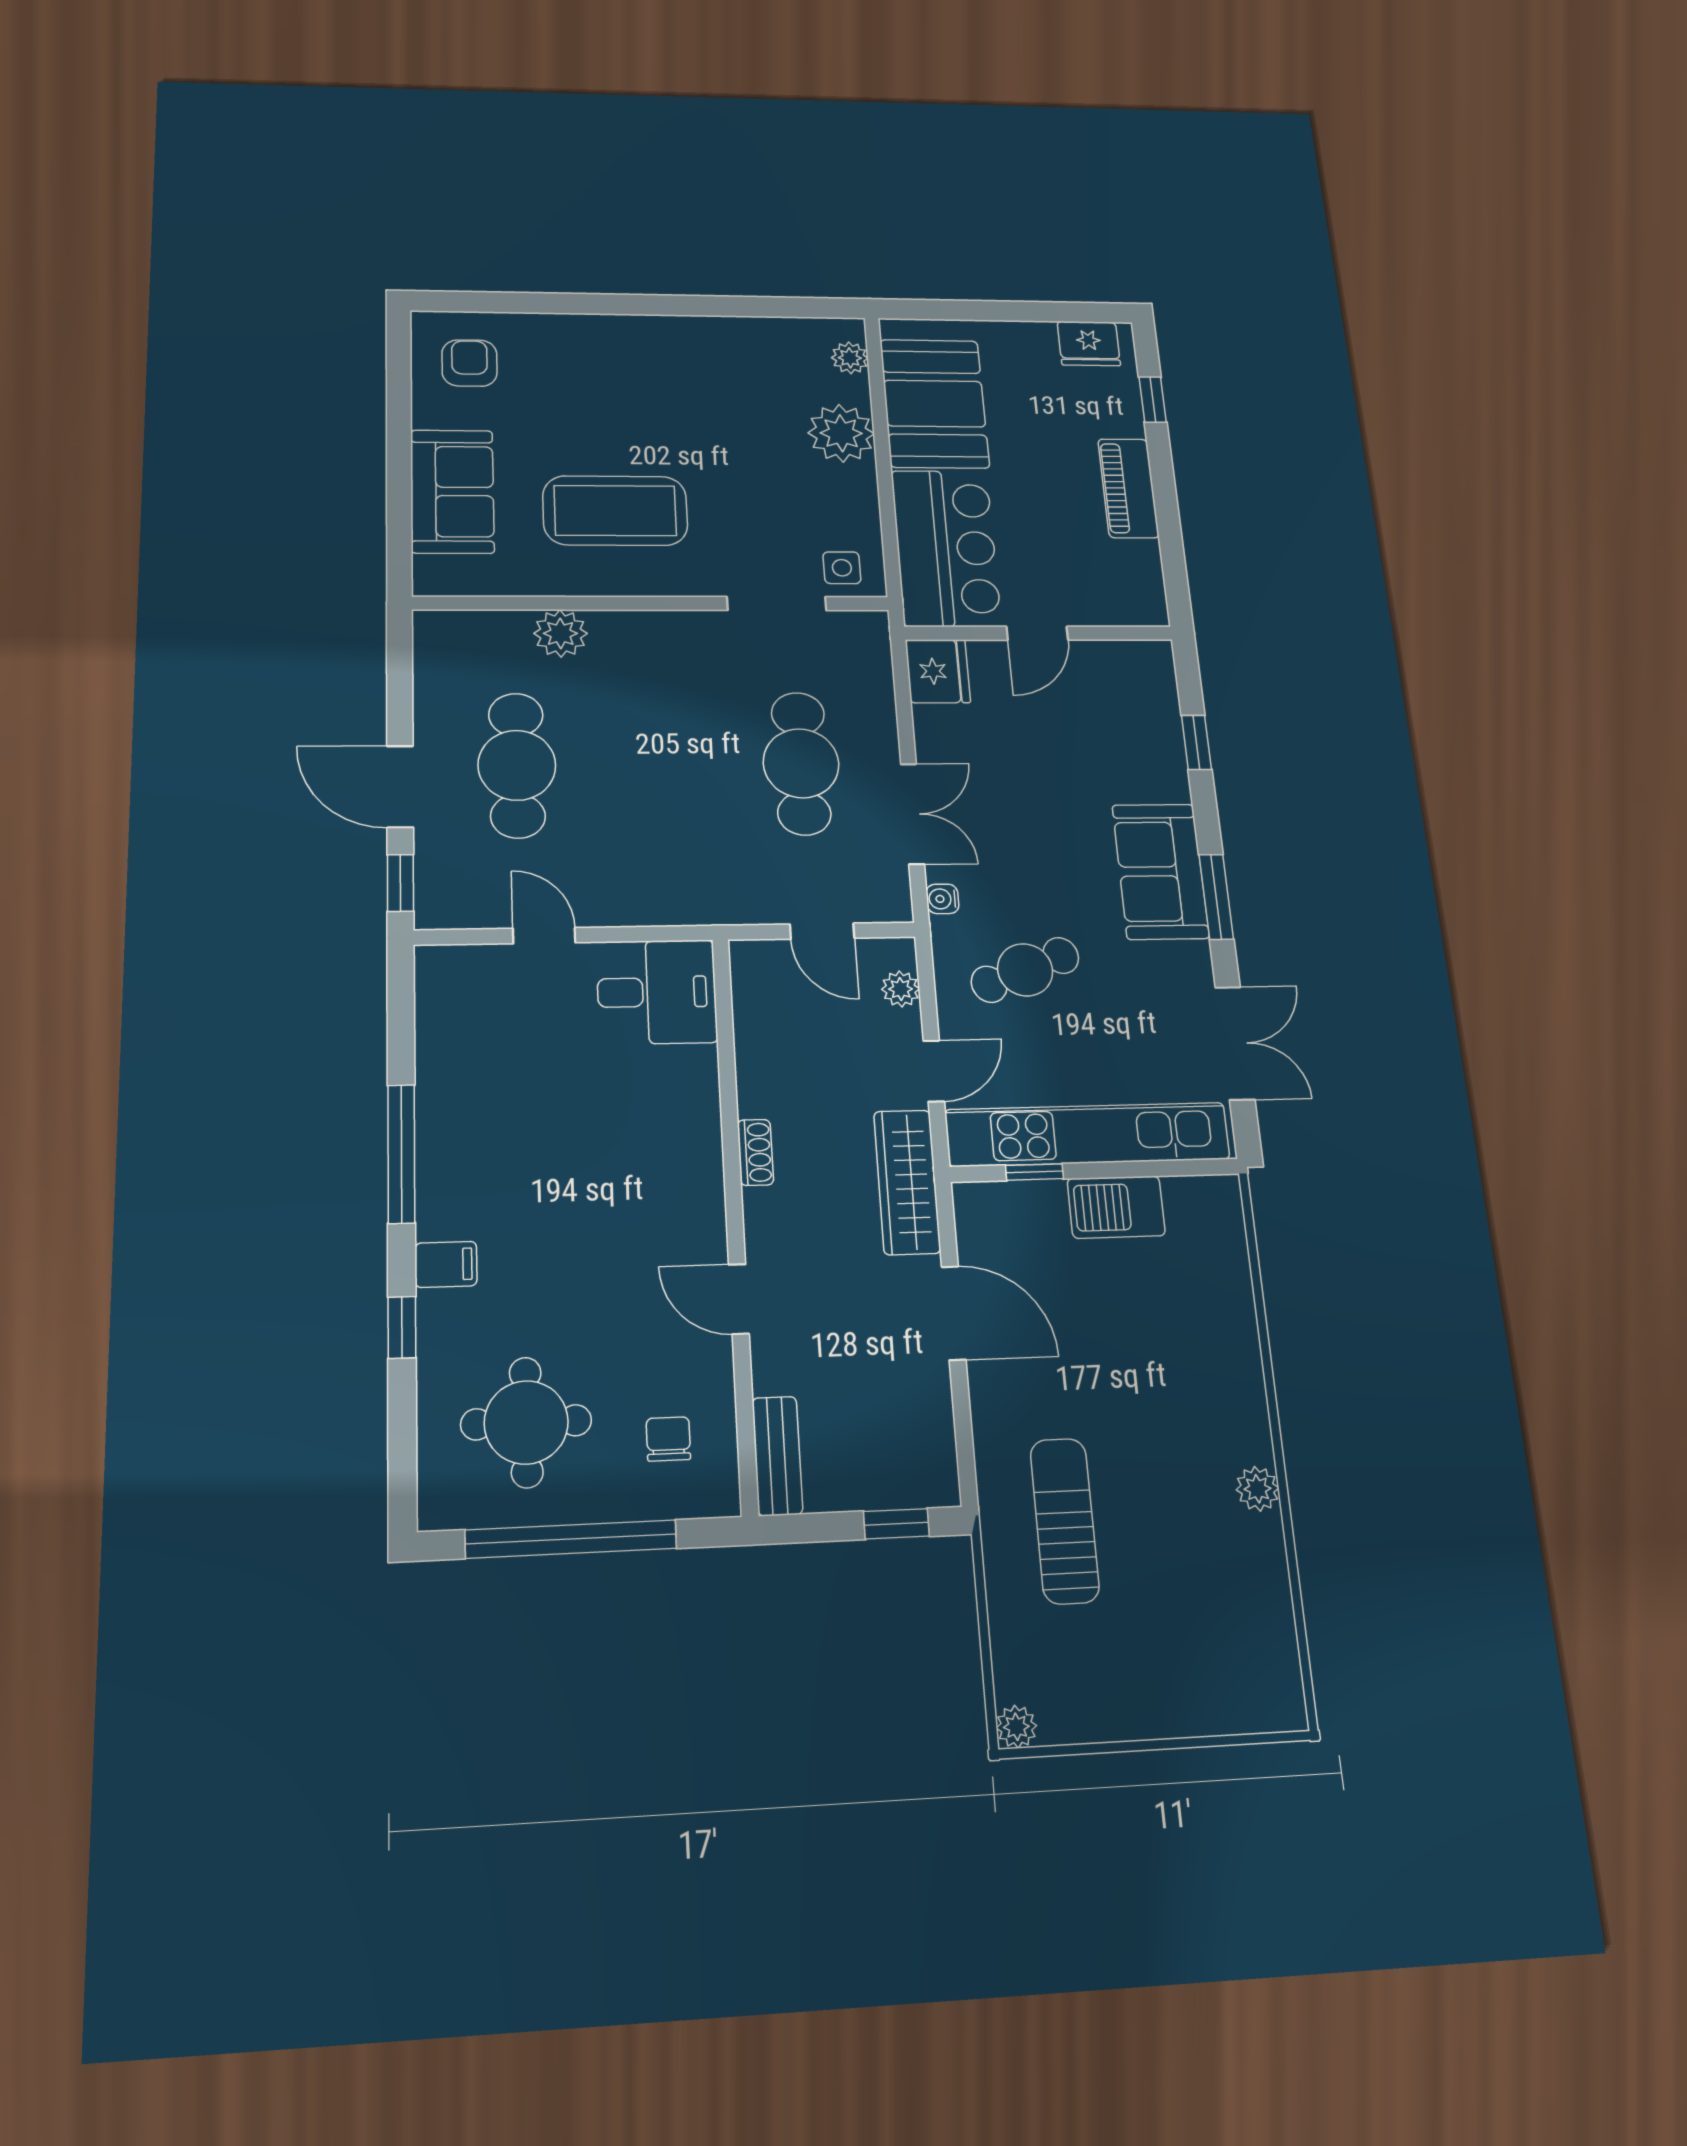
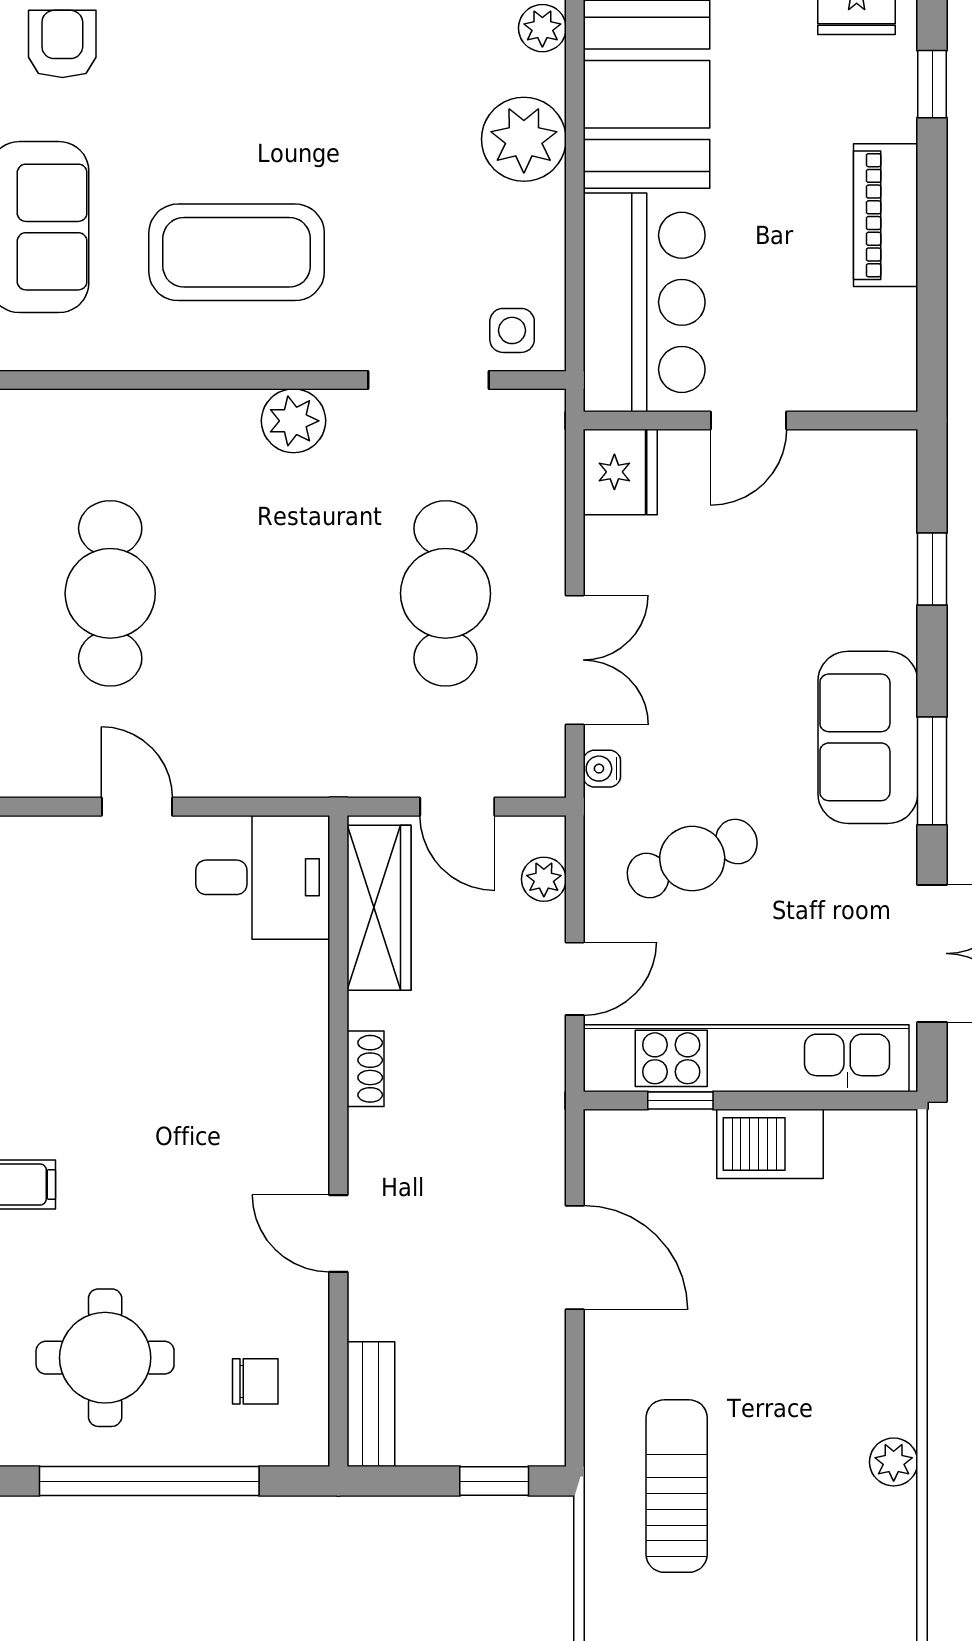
plant: (560, 633) -> (293, 421), moved
wardrobe: (907, 1182) -> (379, 908), moved, turned 180
chair: (668, 1439) -> (255, 1381), turned 90

